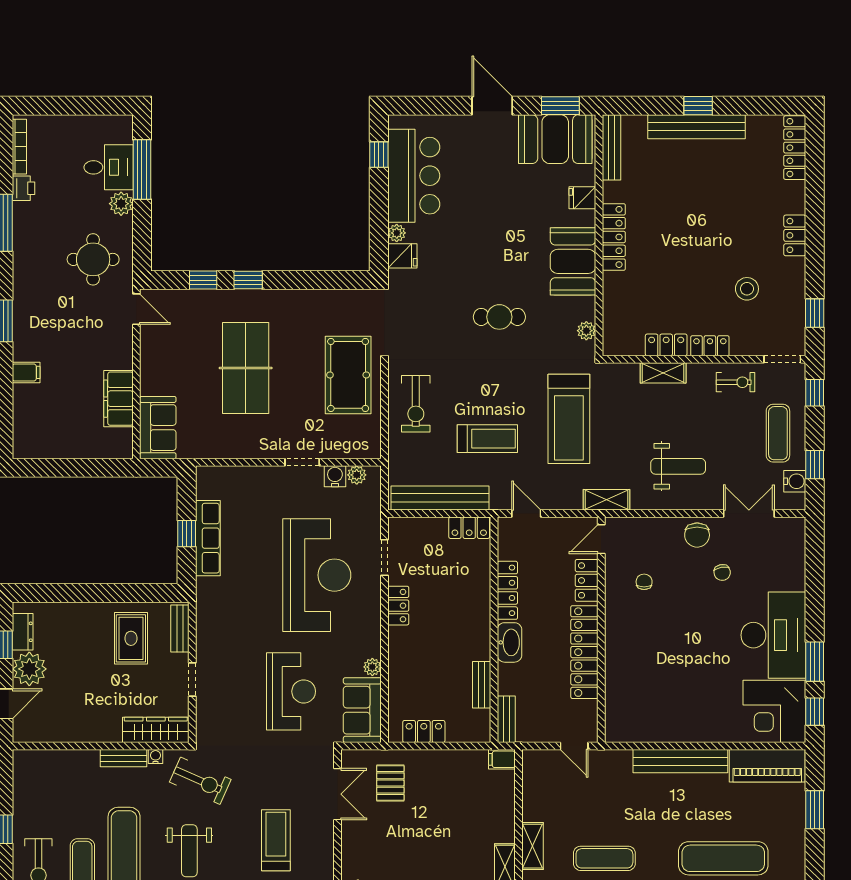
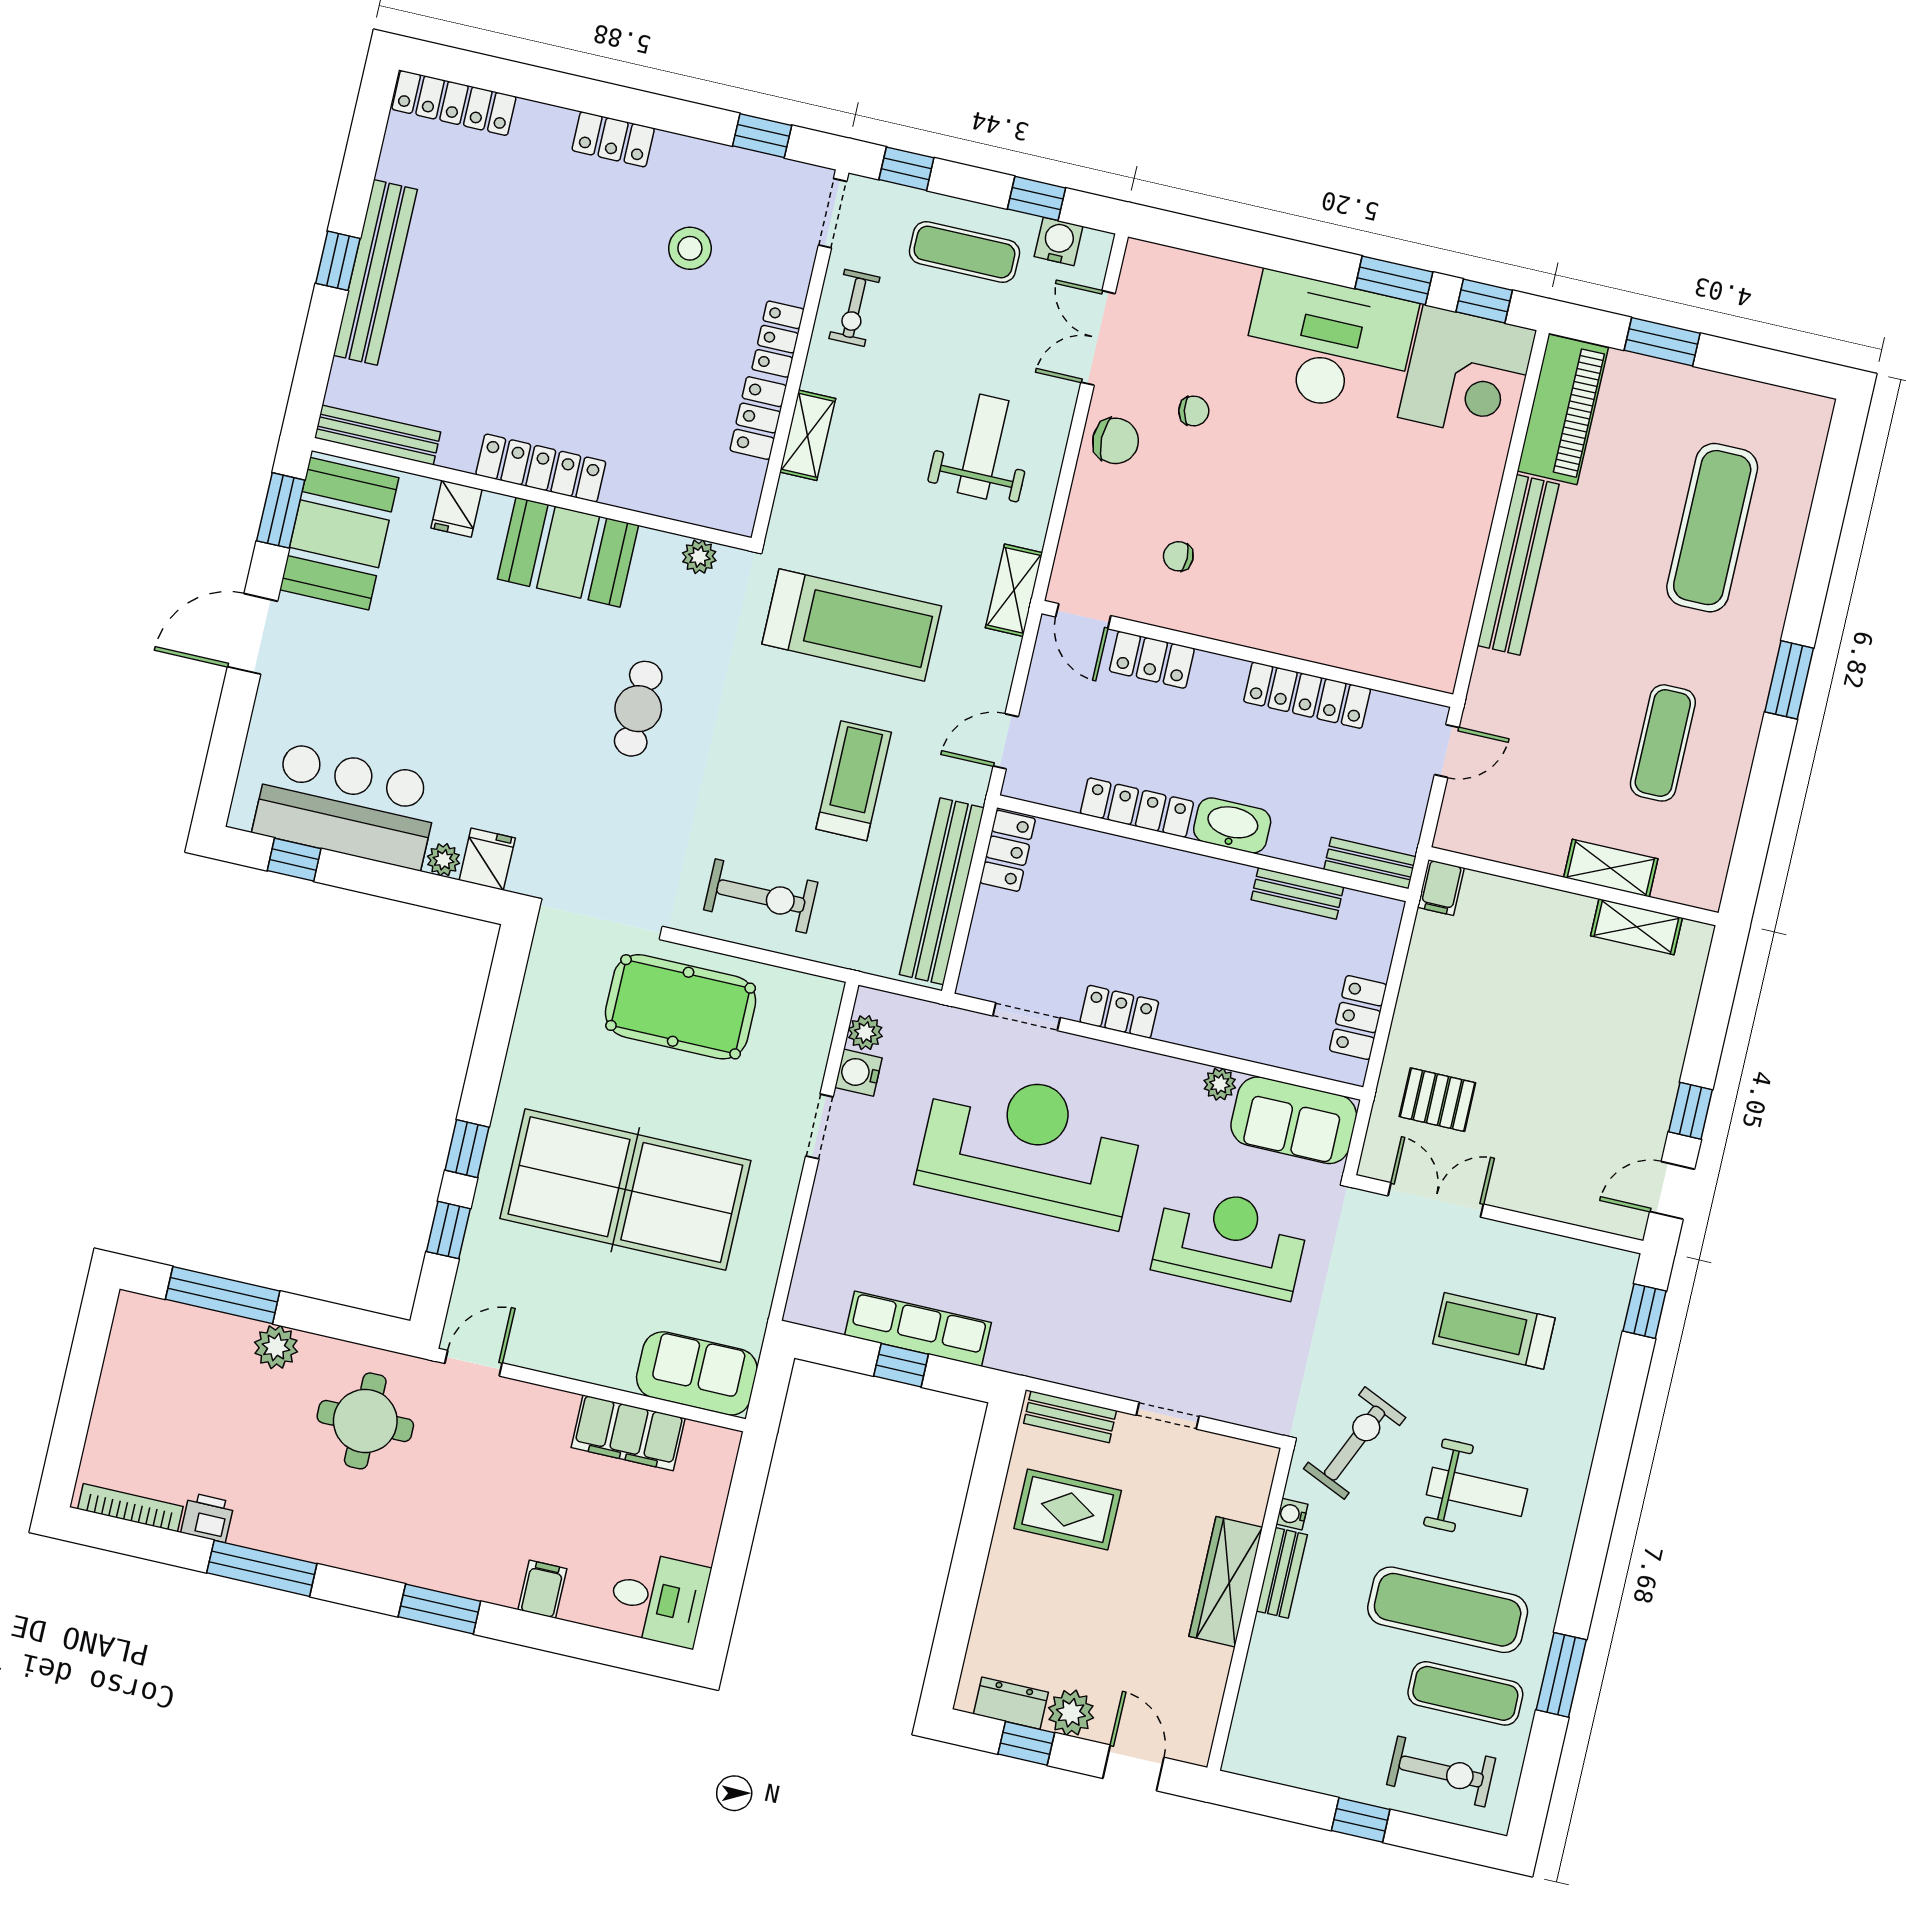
desk: (109, 167) -> (658, 1599), moved, turned 90
table tennis table: (246, 368) -> (625, 1190), width x1.36, depth x1.32
exercise bike: (735, 382) -> (854, 308), turned 180
locker: (584, 652) -> (1307, 695), width x0.71, depth x0.83
plant: (29, 669) -> (1071, 1713), width x0.73, depth x0.73
wardrobe: (156, 730) -> (1226, 1582), moved

